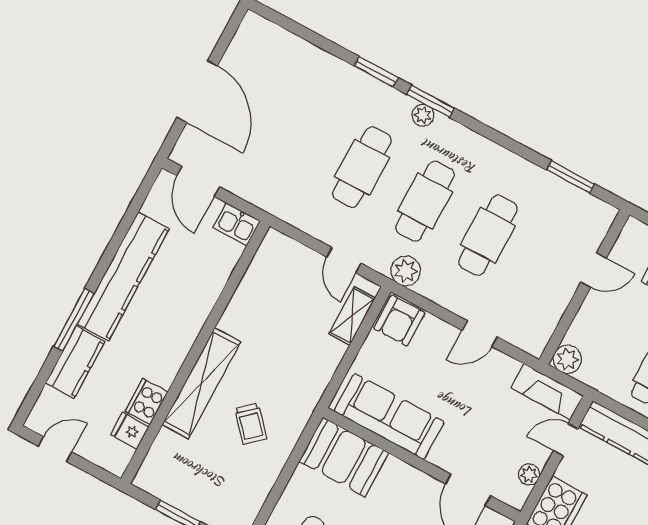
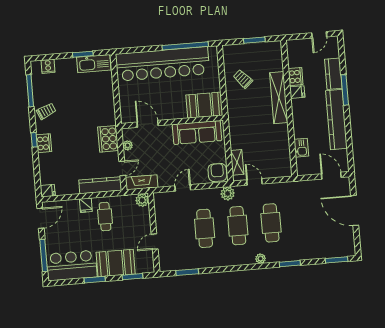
window: (431, 101) -> (337, 260), moved
kitchen sink: (237, 224) -> (301, 148), moved, turned 90
trolley: (251, 424) -> (243, 79), moved
fridge: (130, 431) -> (297, 92), moved

